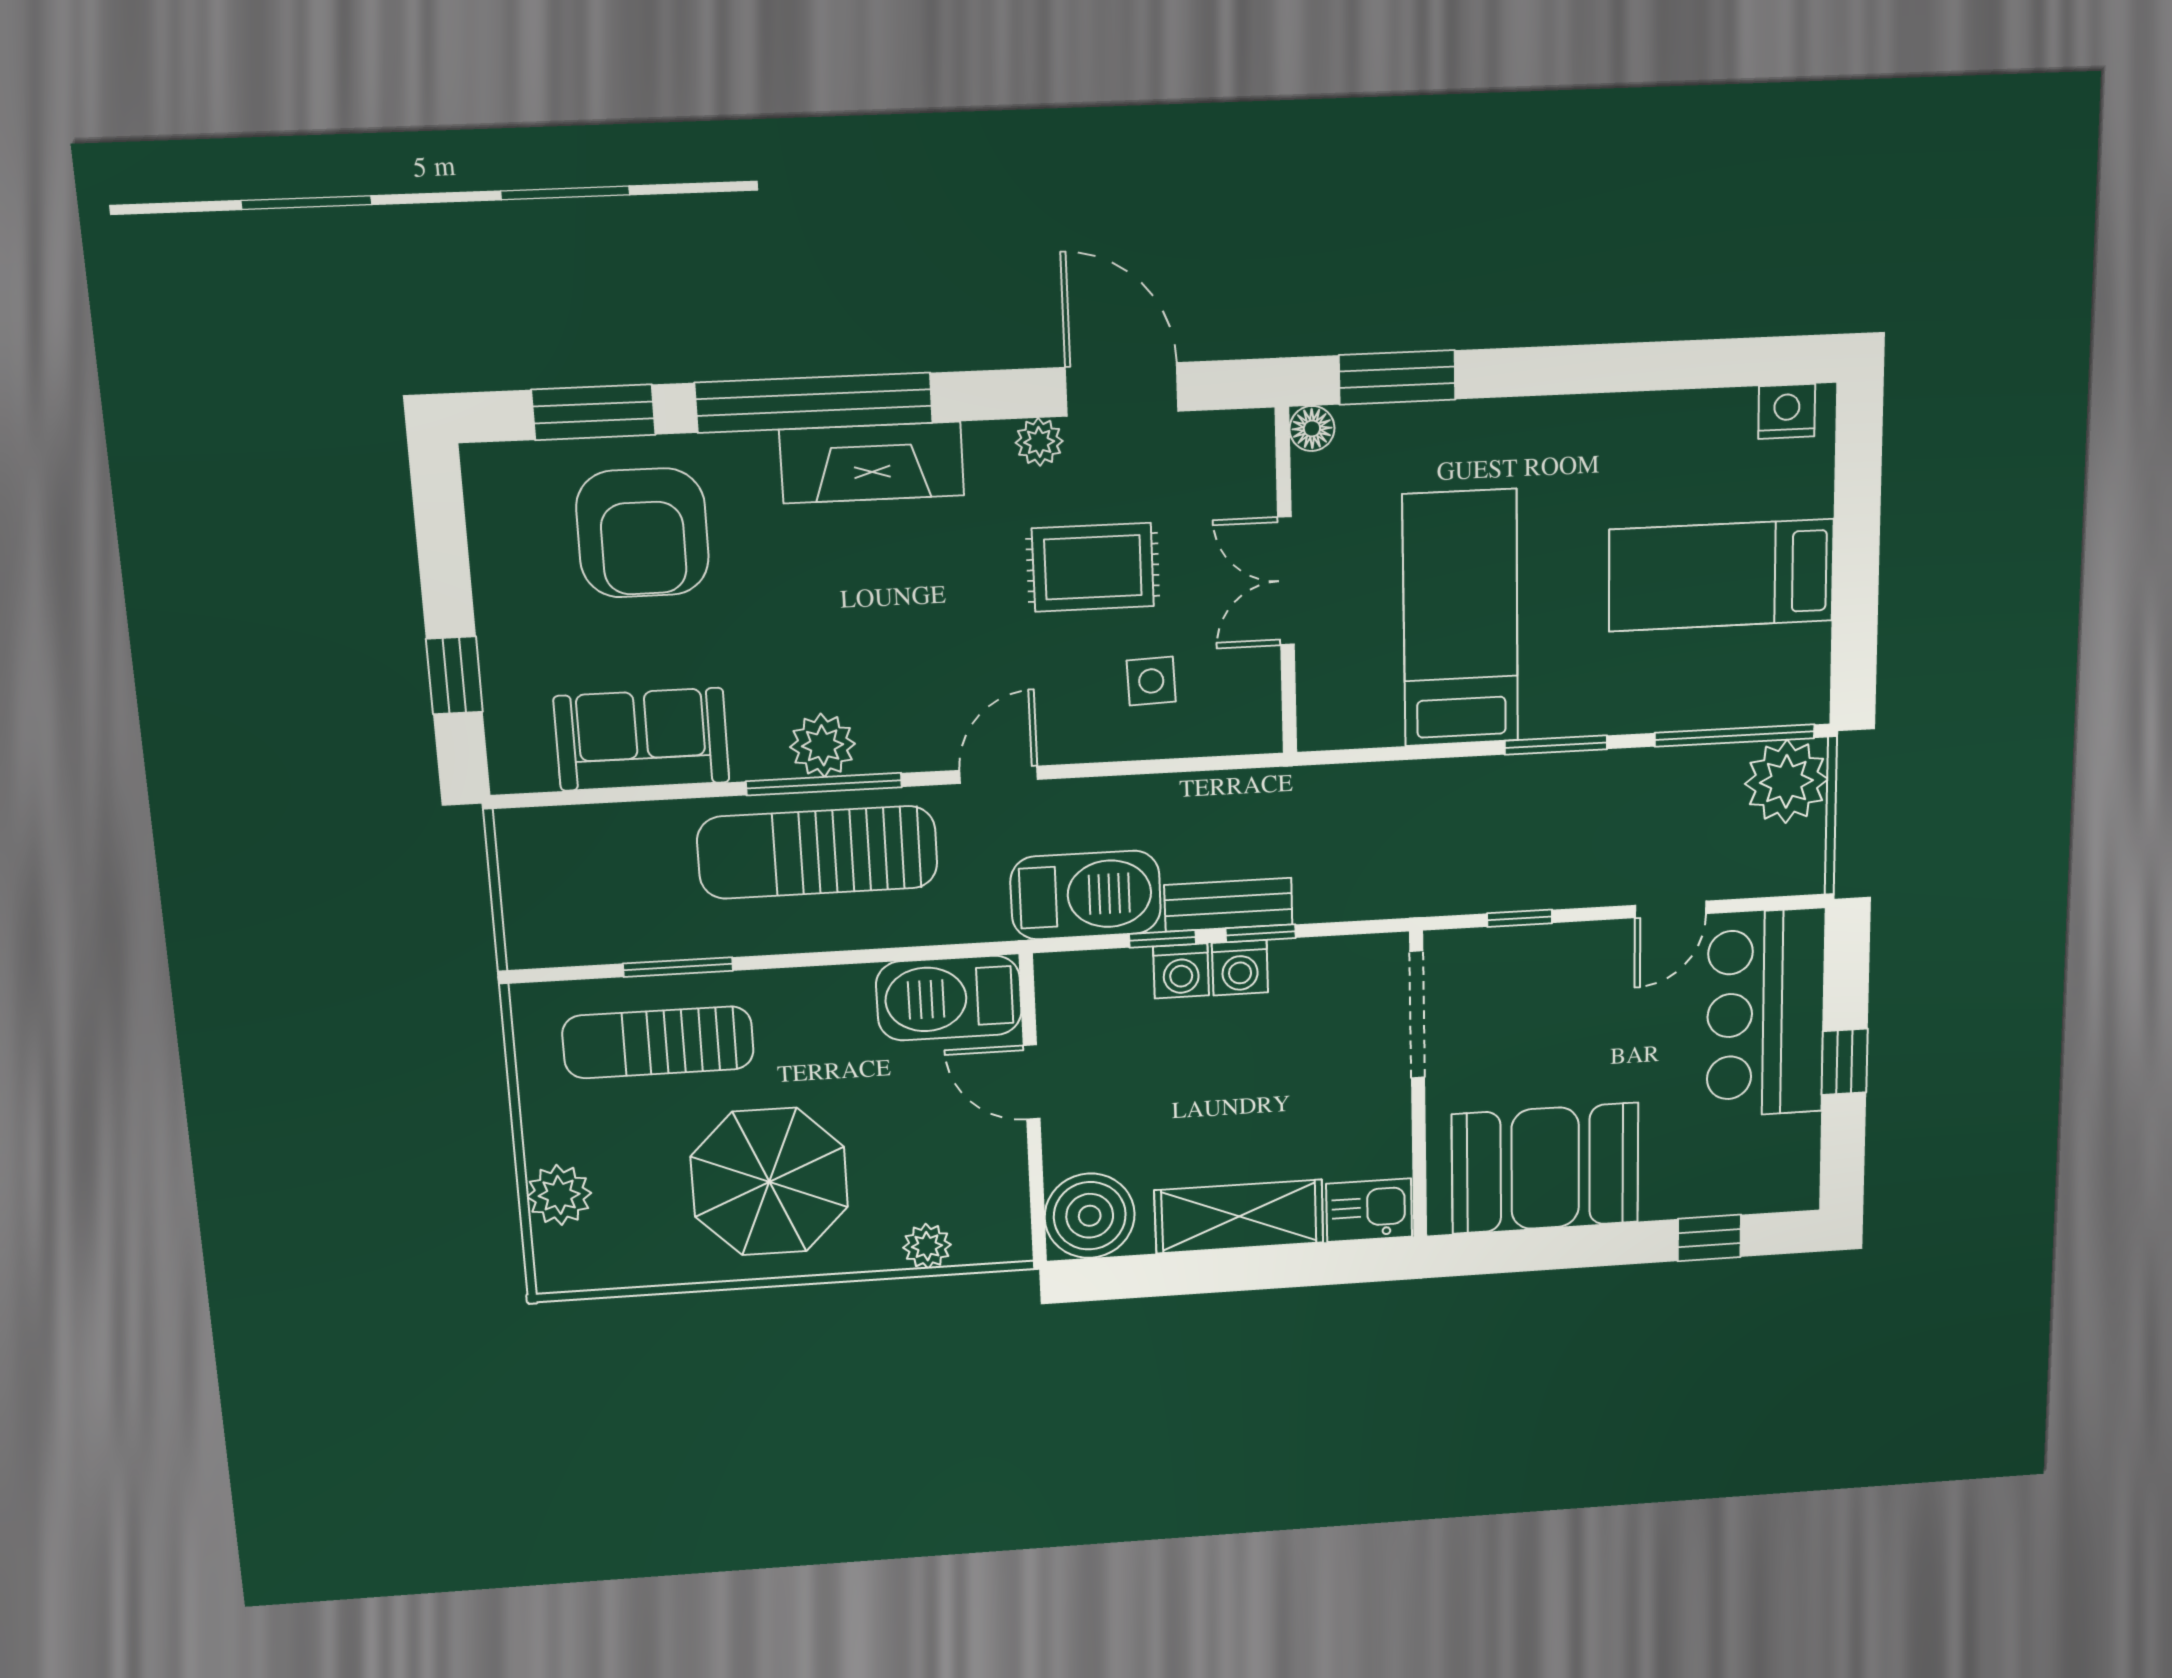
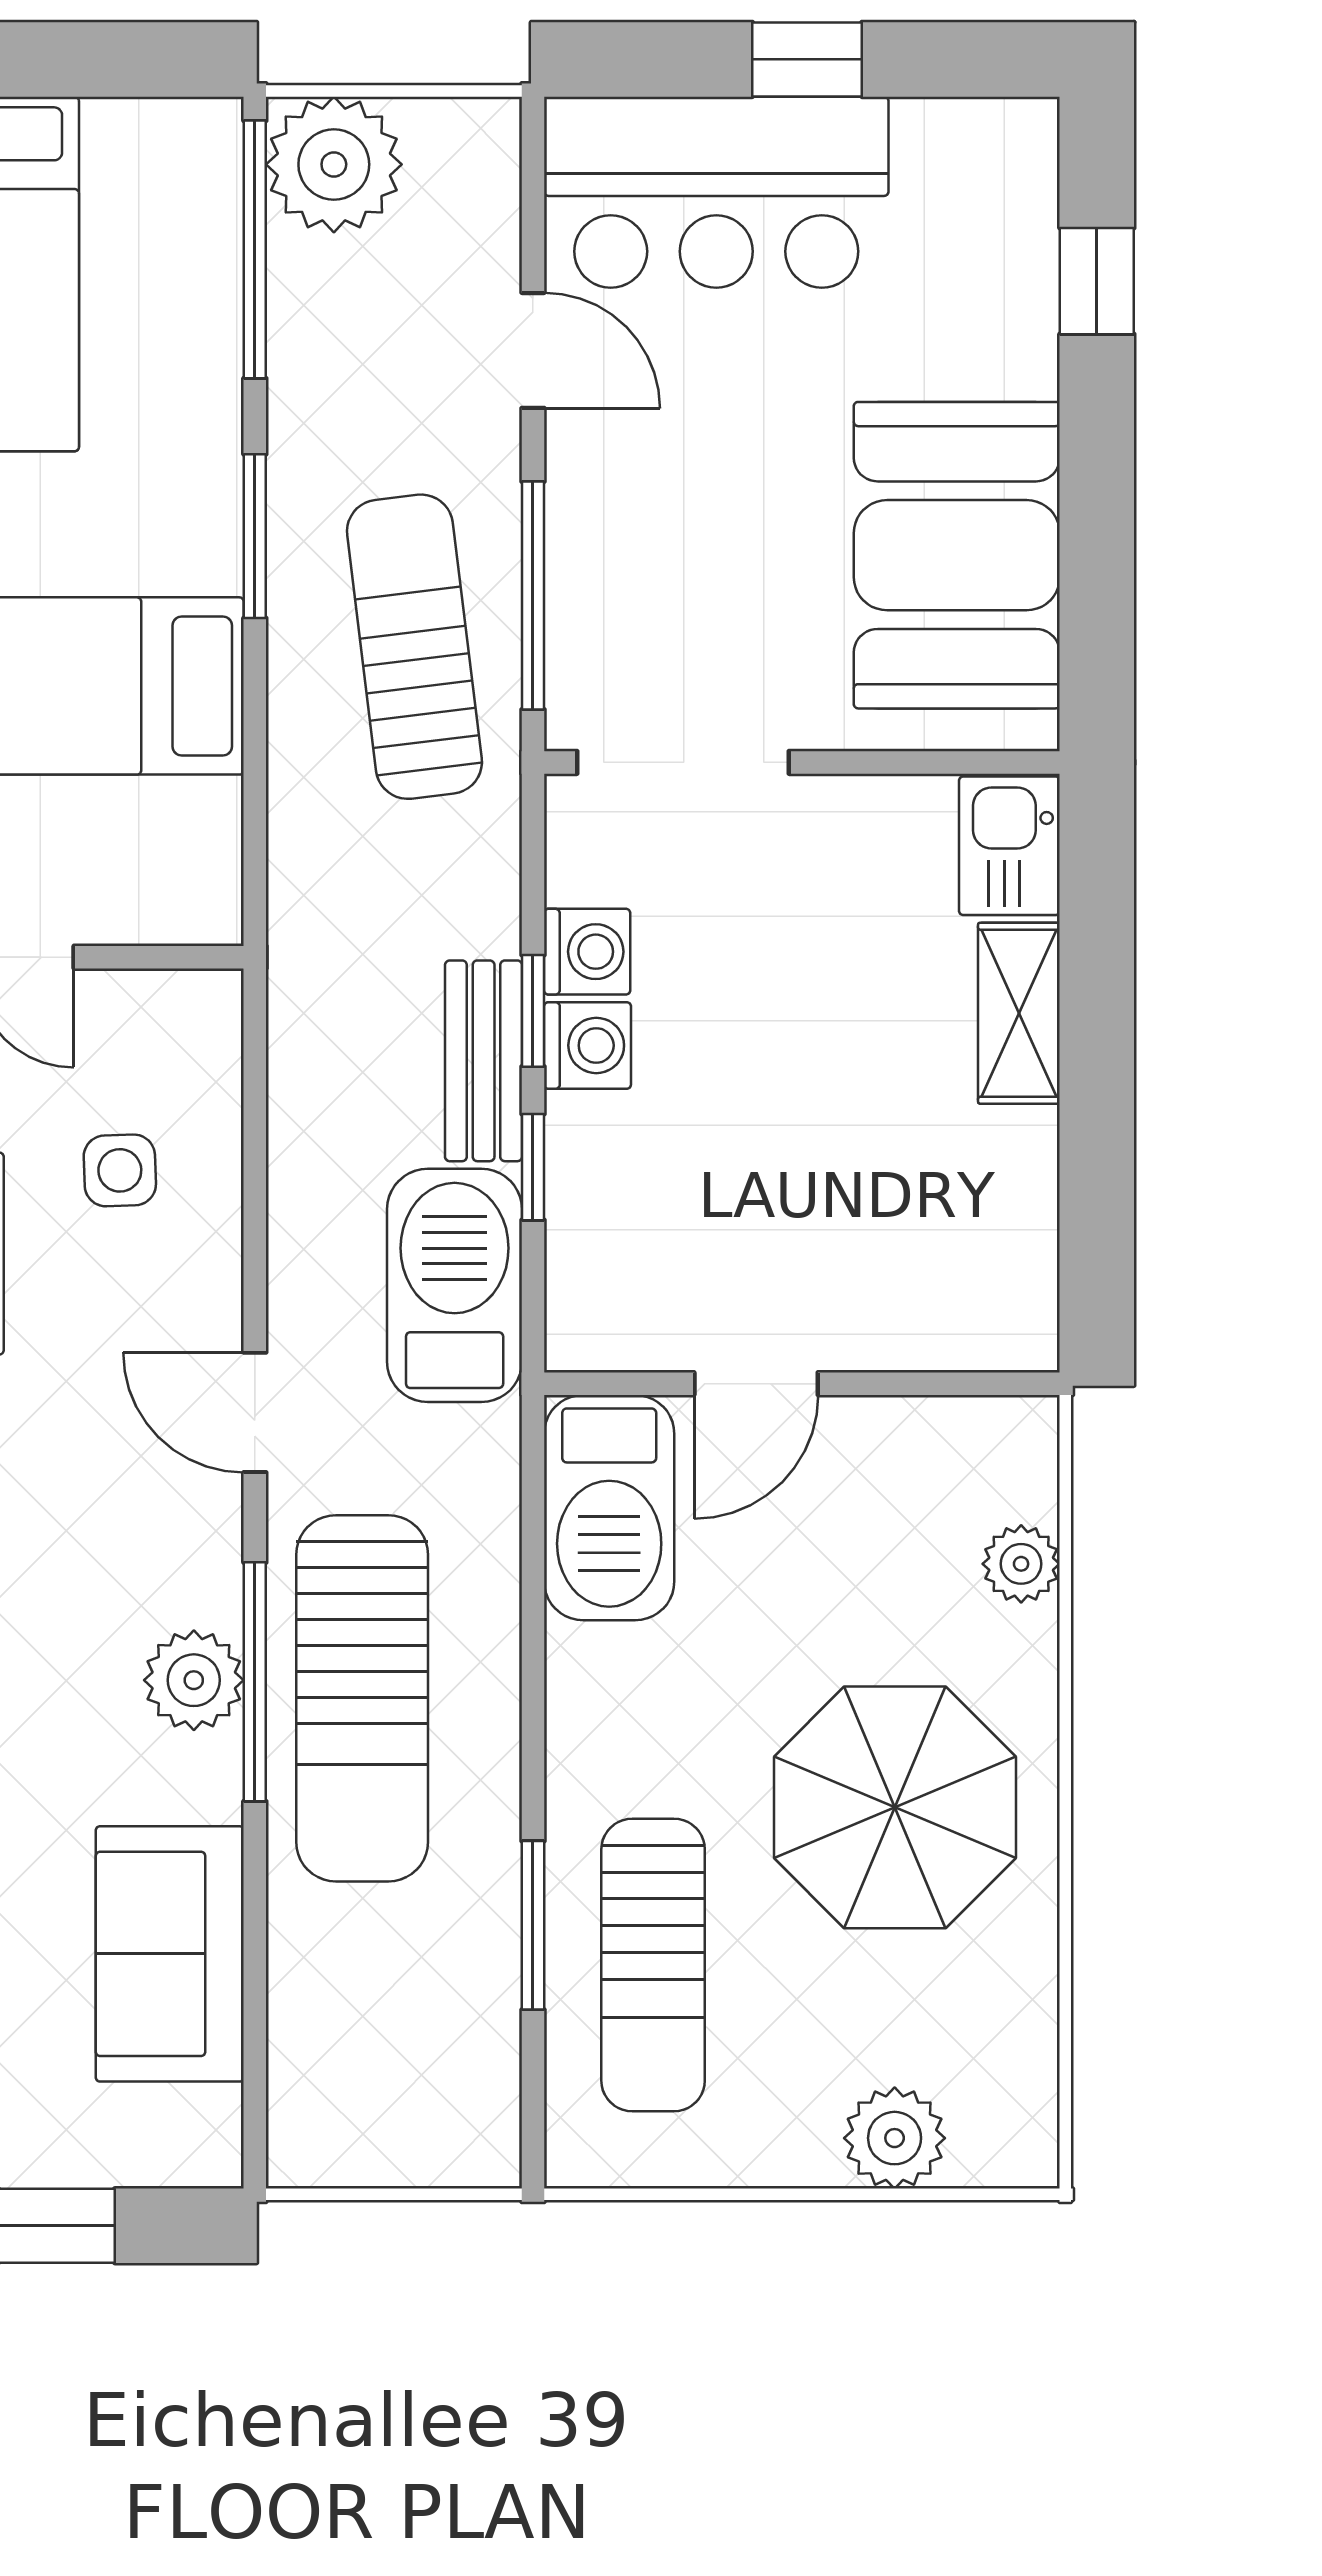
sun lounger: (1487, 848) -> (414, 647), added
window: (1520, 918) -> (533, 595), width x2.17
washing machine: (1181, 971) -> (587, 952), moved
boiler: (1090, 1216) -> (987, 1300), removed
shelving: (1239, 1216) -> (1019, 1013), width x0.67, depth x0.75

